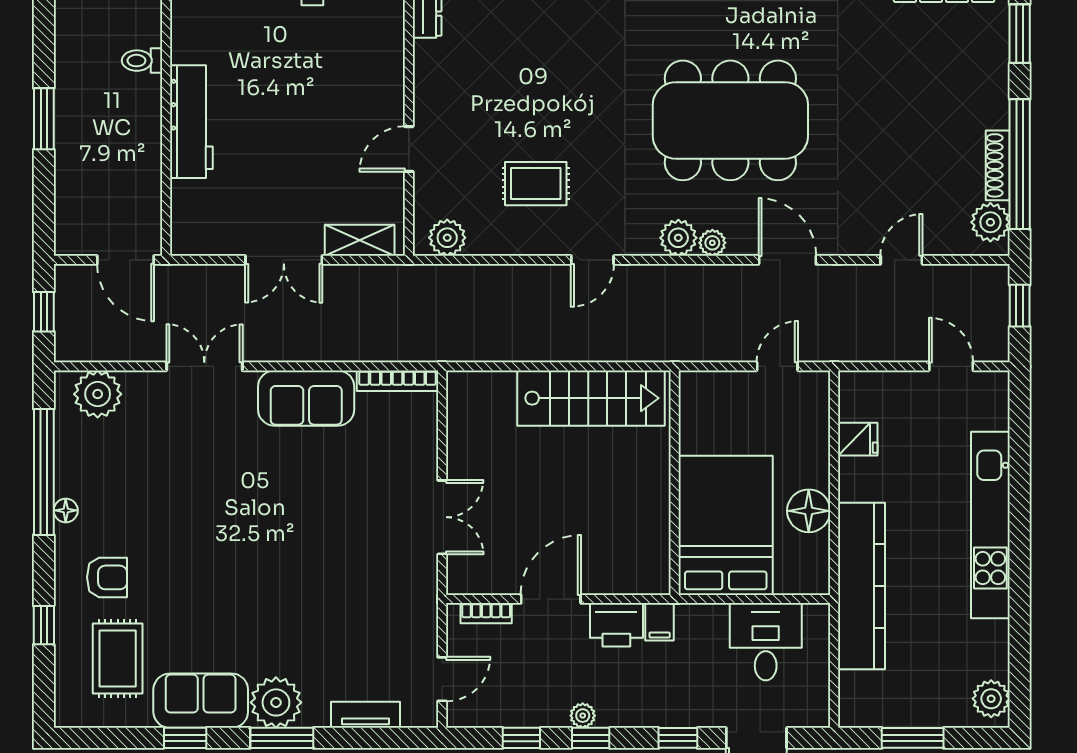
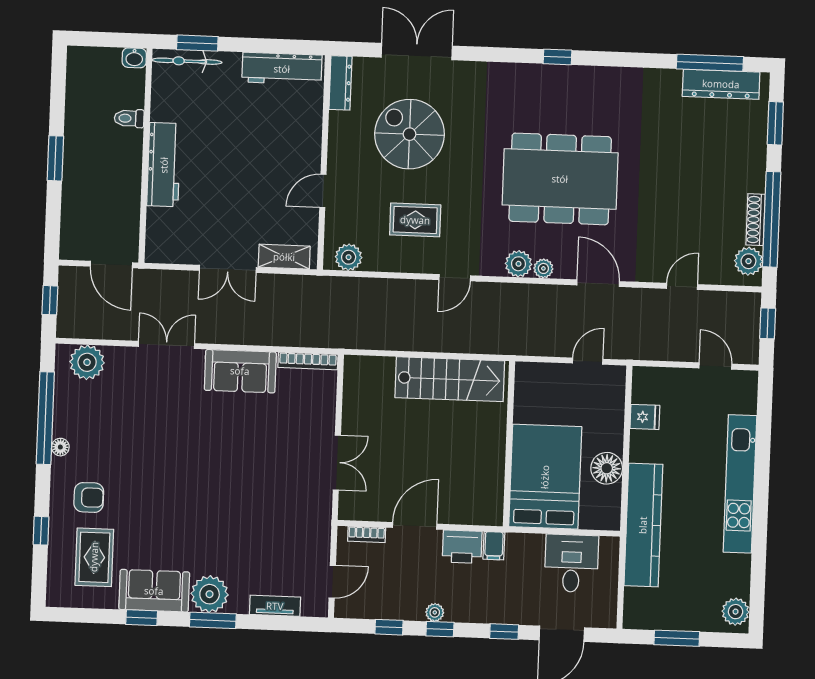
spiral stairs: (524, 67) -> (410, 134), added

